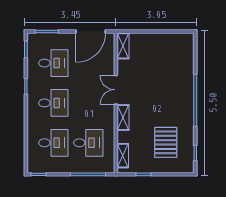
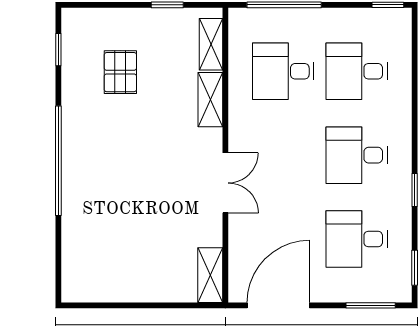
shelving: (123, 118) -> (210, 100), moved
pallet: (166, 142) -> (120, 72), width x0.67, depth x0.71

